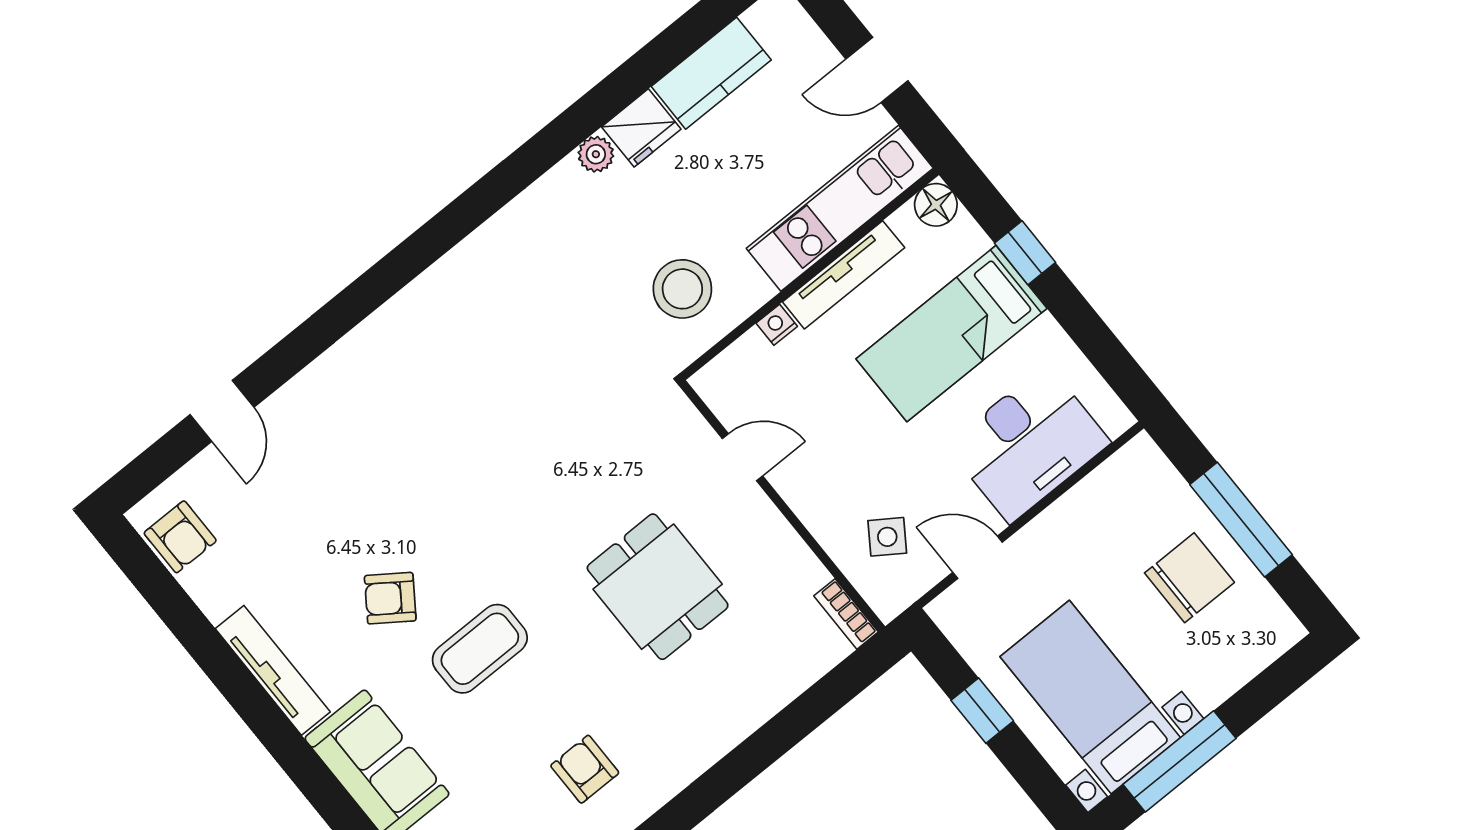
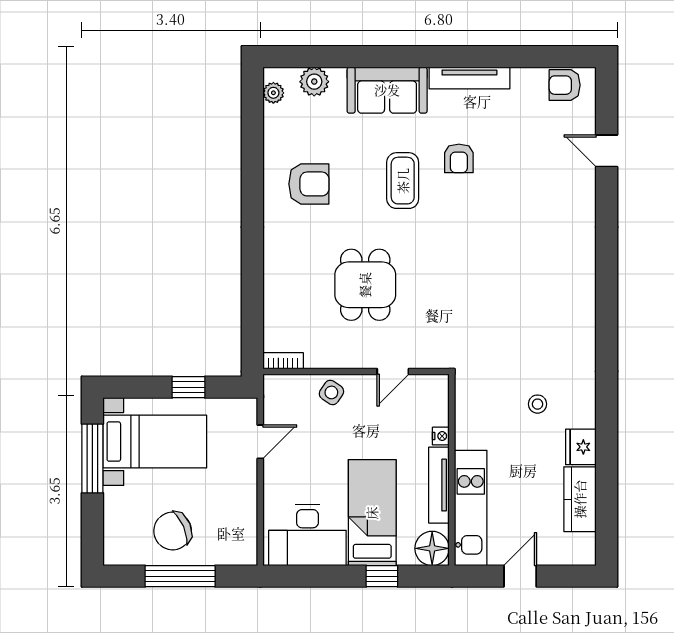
plant: (596, 154) -> (586, 416), removed
floor lamp: (936, 205) -> (432, 548), width x1.38, depth x1.38
stool: (682, 289) -> (538, 404), moved, width x0.53, depth x0.53
desk: (1028, 444) -> (307, 535), moved, turned -90
side table: (887, 537) -> (331, 392), moved
chair: (1189, 578) -> (173, 531), turned 67
dining table: (658, 587) -> (365, 285), turned 90
armchair: (390, 598) -> (459, 158), turned 145
armchair: (585, 769) -> (309, 184), width x1.38, depth x1.38

